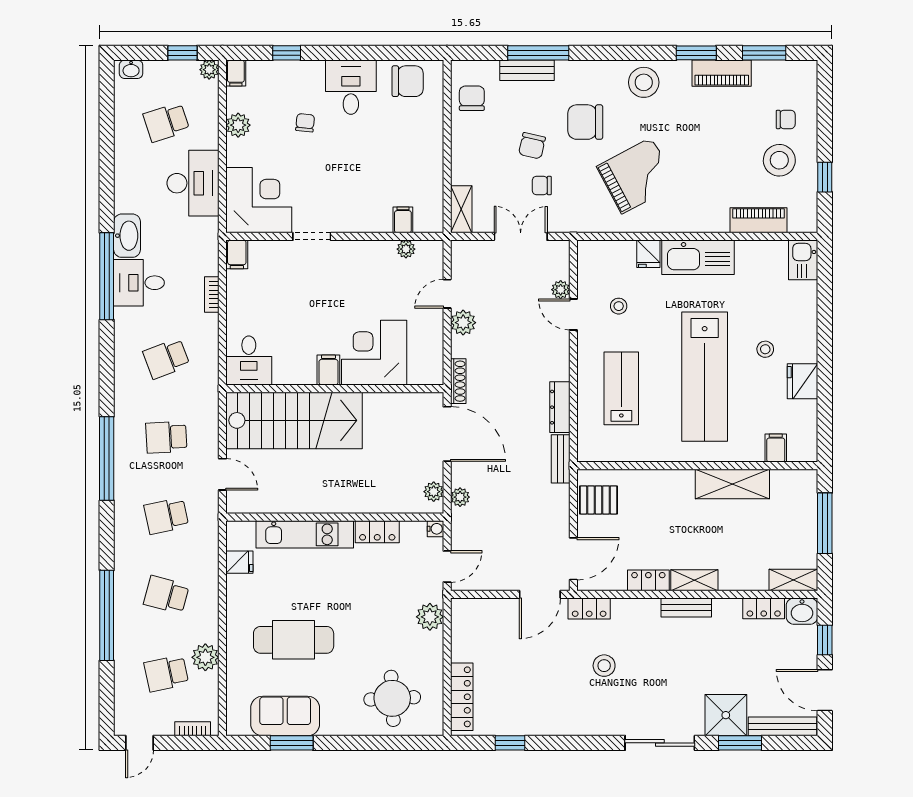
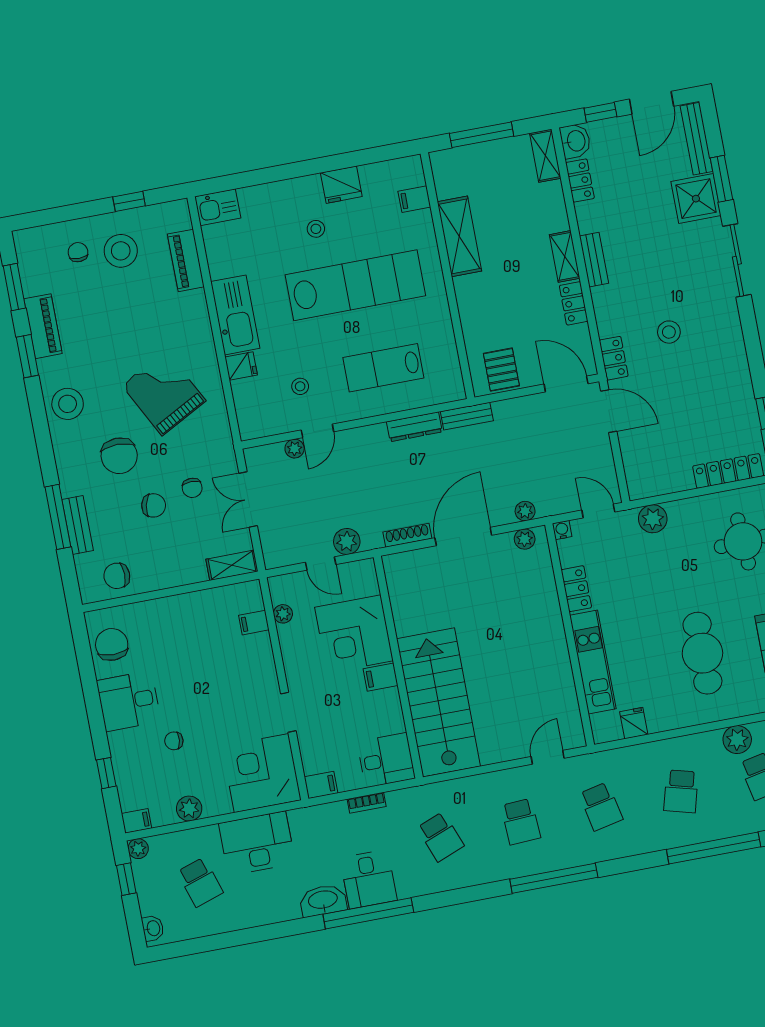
corner desk: (374, 353) -> (354, 634), moved
desk: (249, 360) -> (386, 760), moved
filing cabinet: (328, 370) -> (381, 677), moved
wall: (335, 389) -> (398, 667), moved
stairs: (294, 420) -> (438, 702), moved

